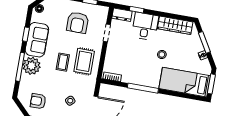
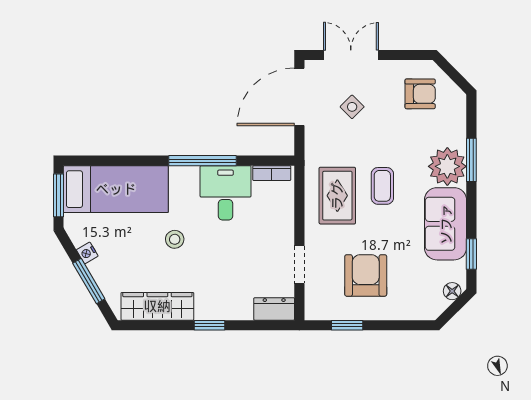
window: (137, 10) -> (210, 325), moved
desk: (145, 26) -> (226, 193), moved, turned 180
window: (26, 34) -> (471, 254), moved
window: (20, 67) -> (471, 160), width x0.69

